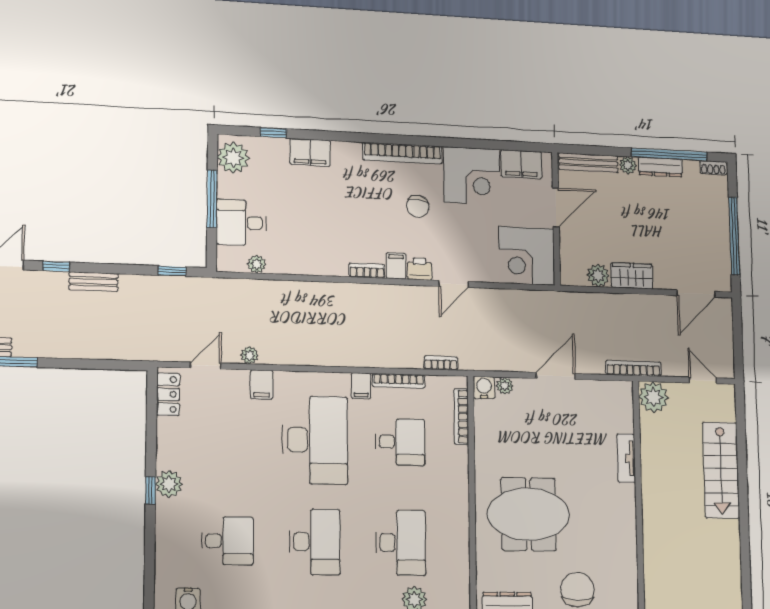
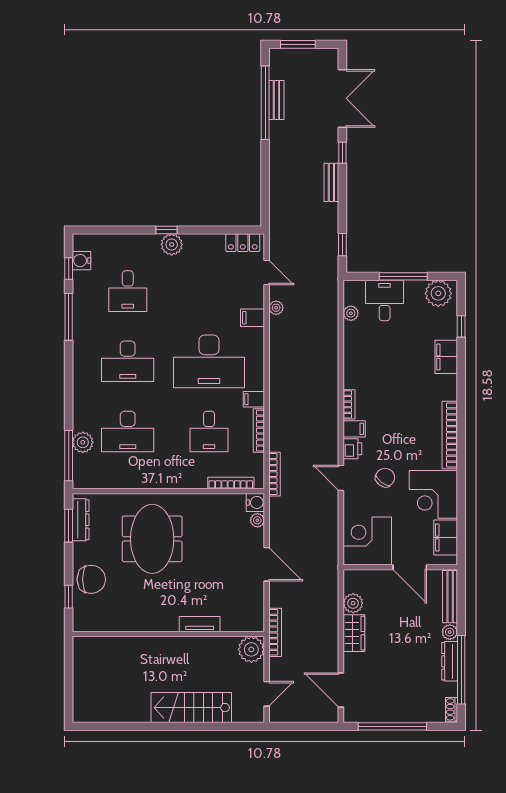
chair: (418, 206) -> (385, 478), moved, turned 118
bookcase: (441, 363) -> (275, 474), width x1.56

